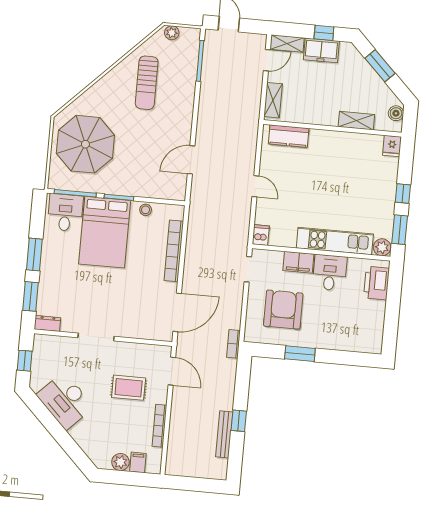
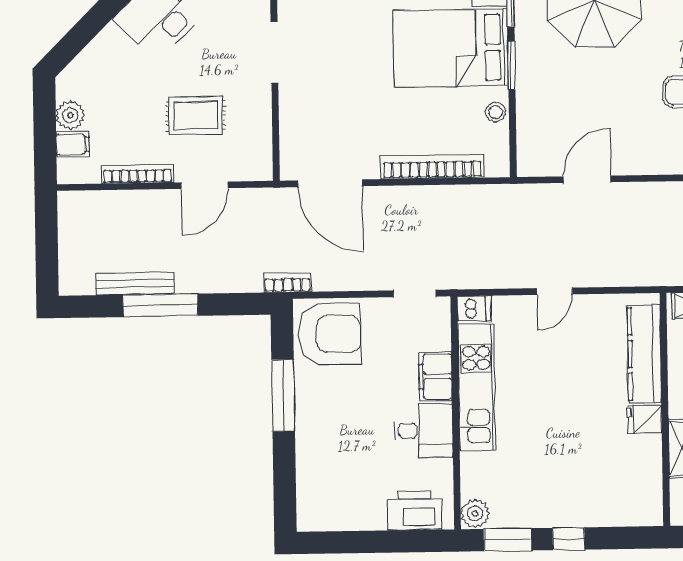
kitchen counter: (289, 136) -> (644, 354), width x1.50
fridge: (392, 146) -> (645, 419), moved
door: (191, 160) -> (587, 179), hinge flipped
kitchen unit: (335, 241) -> (476, 387), moved
armchair: (283, 310) -> (330, 334), moved
window: (300, 354) -> (283, 395), width x1.44
door: (172, 371) -> (204, 185), moved
rug: (129, 388) -> (196, 115), turned 90
window: (239, 421) -> (160, 305), width x2.17

